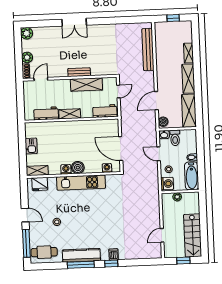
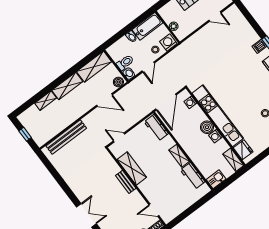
workbench: (105, 111) -> (156, 128), moved
workbench: (46, 113) -> (193, 176), moved
shelving: (70, 114) -> (179, 156), moved
wall: (71, 120) -> (183, 151), moved
kitchen unit: (81, 183) -> (218, 116), width x1.36

